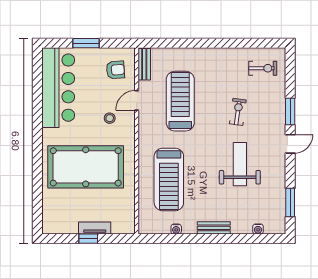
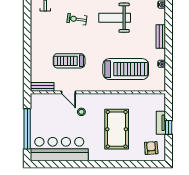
window: (86, 43) -> (27, 129), width x2.11
armchair: (115, 70) -> (151, 148), moved
treadmill: (180, 101) -> (69, 61), width x0.73, depth x0.73
pool table: (86, 167) -> (117, 129), width x0.73, depth x0.76

